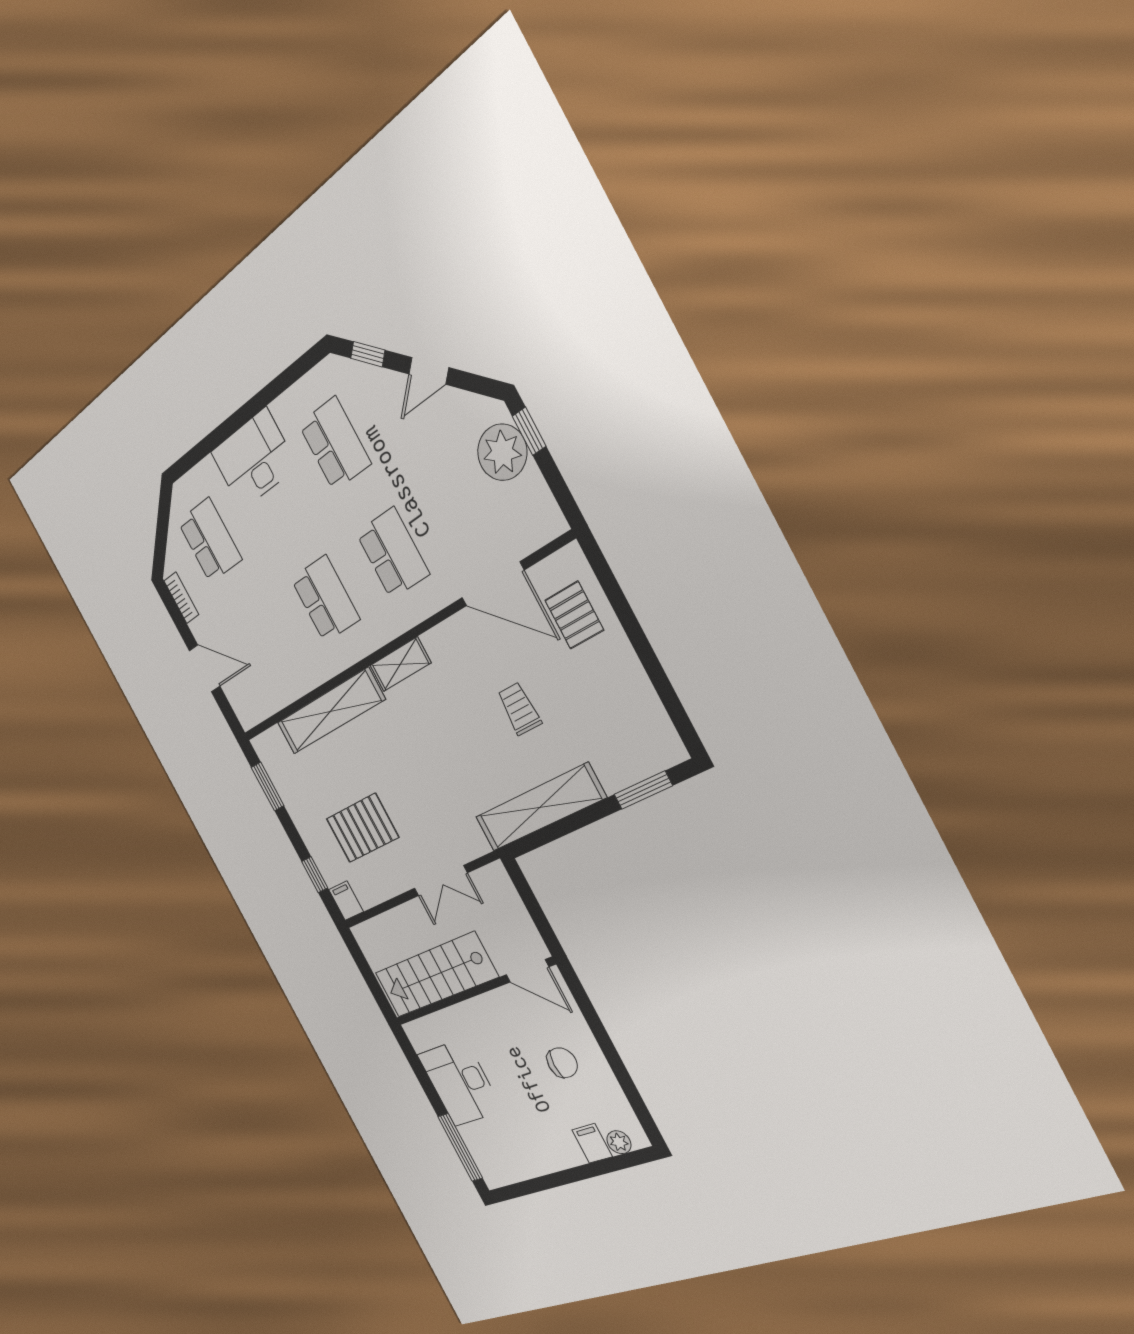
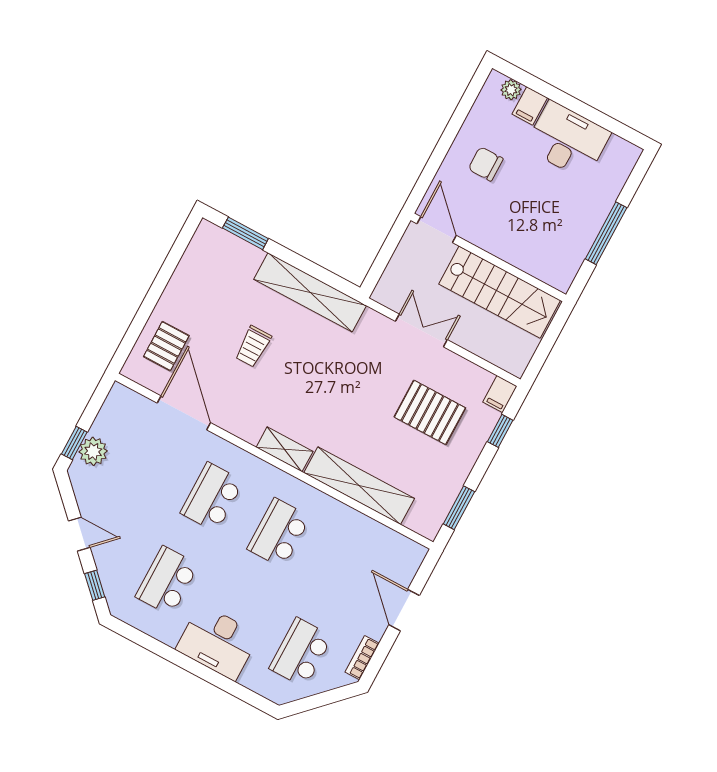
plant: (502, 452) -> (93, 451), width x0.73, depth x0.73
desk: (460, 1082) -> (568, 140), moved, turned -90
window: (460, 1147) -> (606, 233), moved

